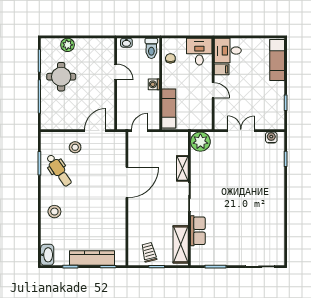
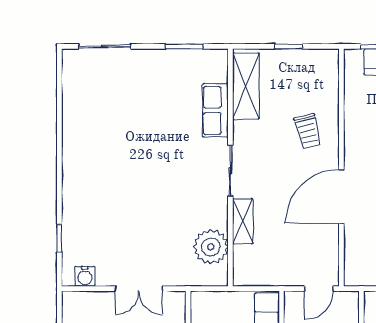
plant: (200, 142) -> (211, 247), moved
trolley: (149, 252) -> (308, 131), moved

